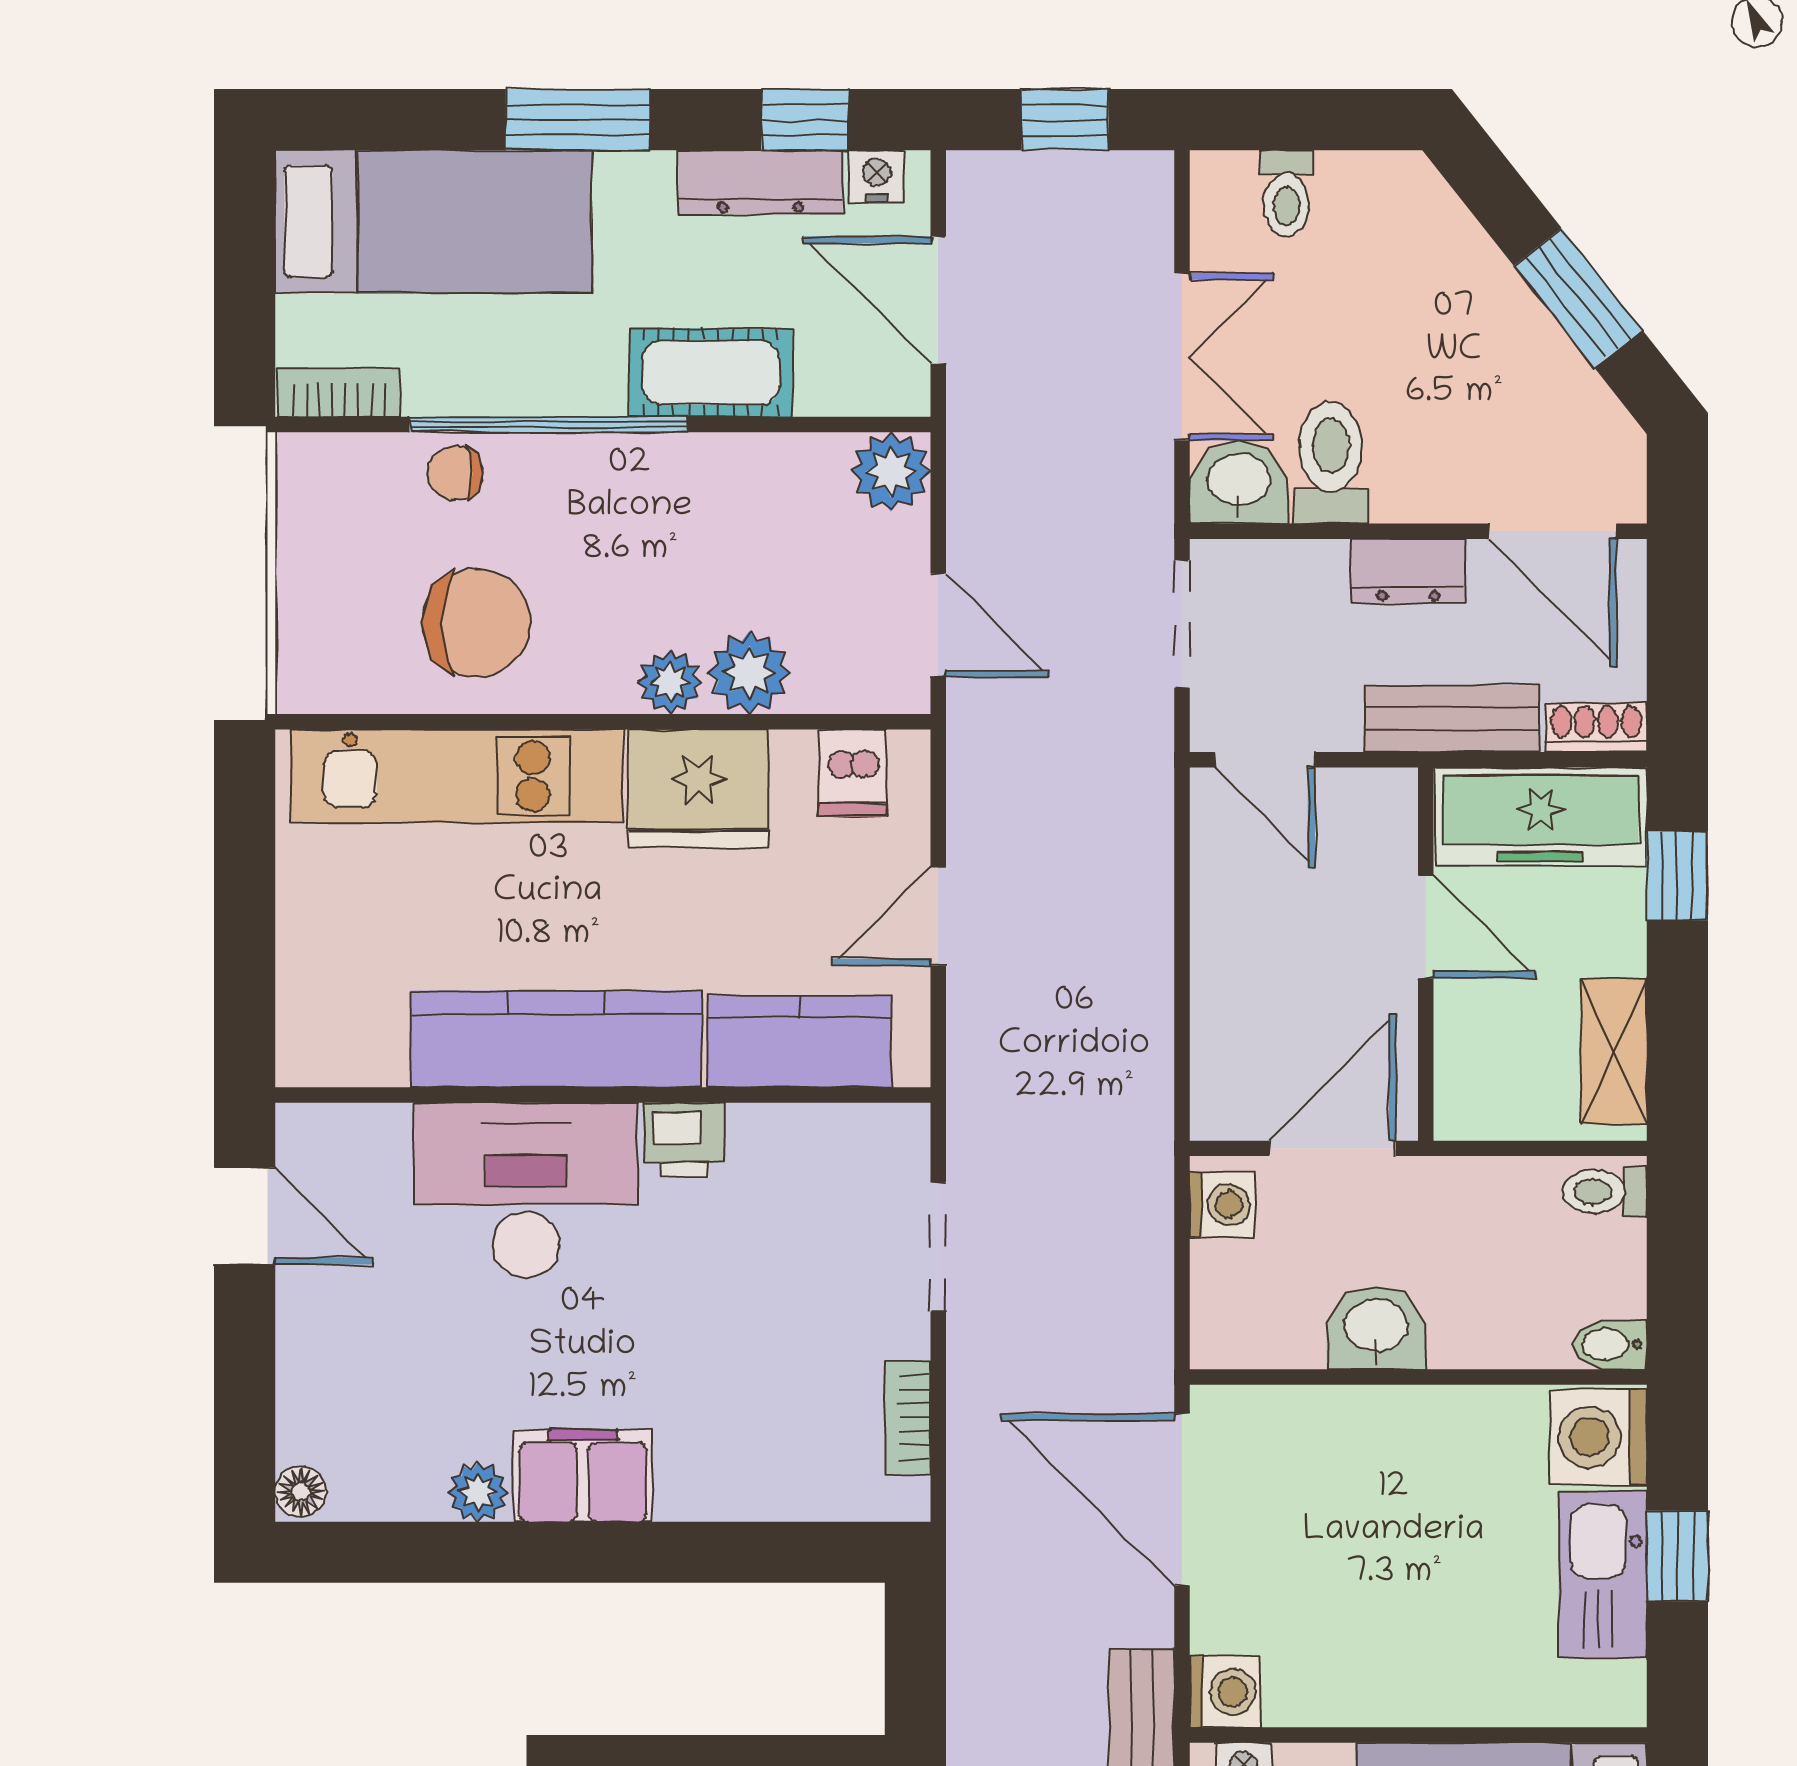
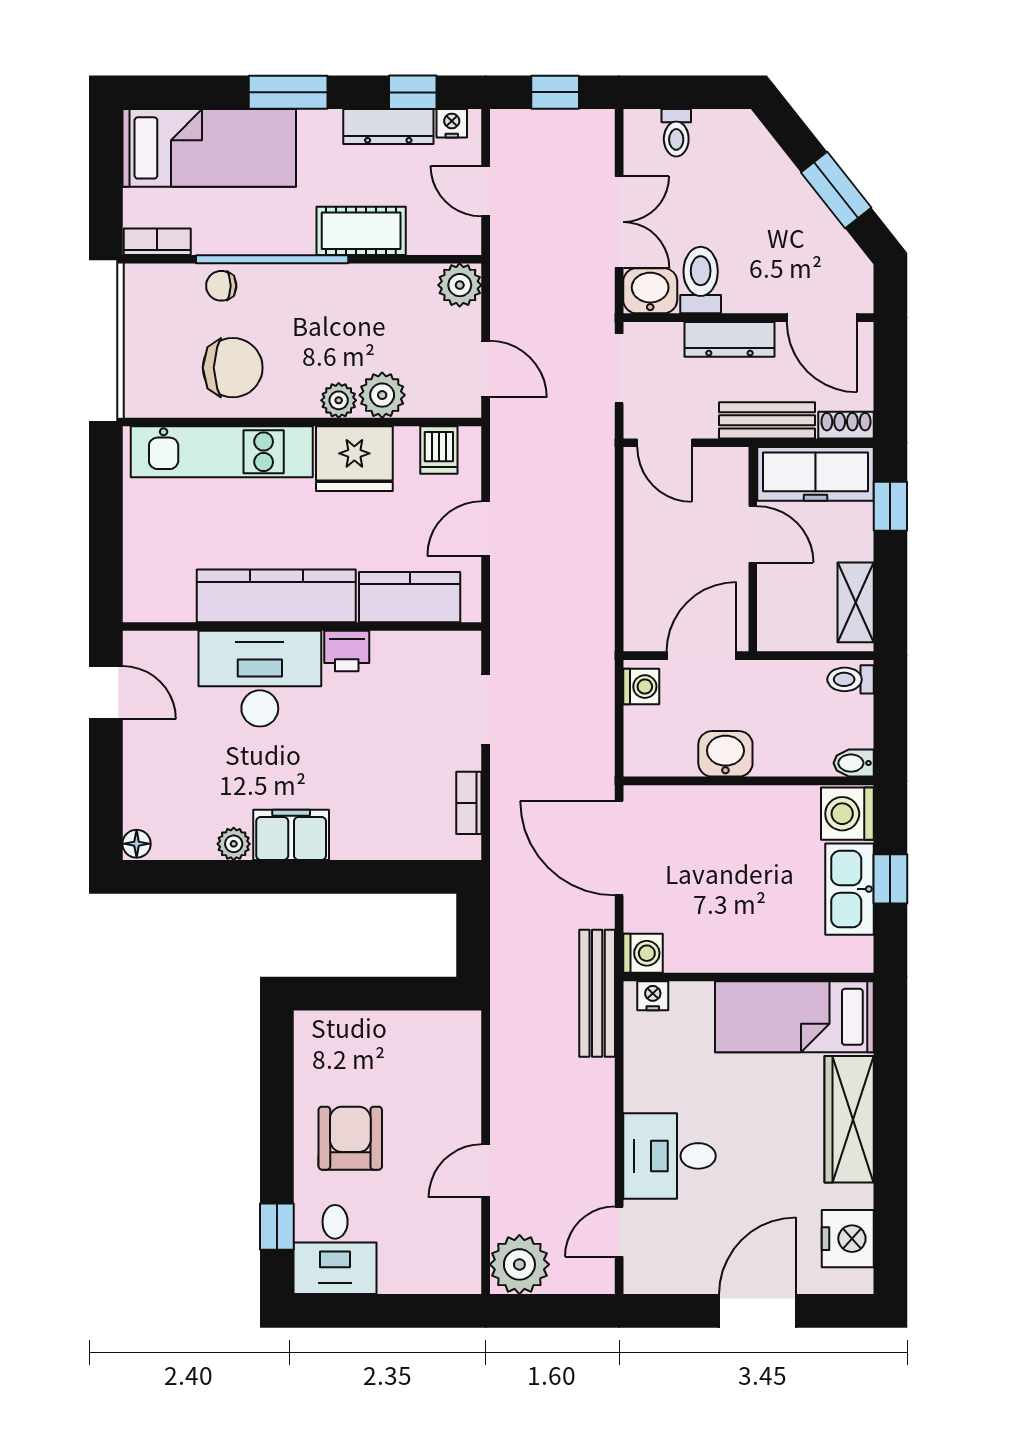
door: (938, 300) -> (486, 191), width x0.73
dresser: (1408, 571) -> (729, 339), width x1.44

